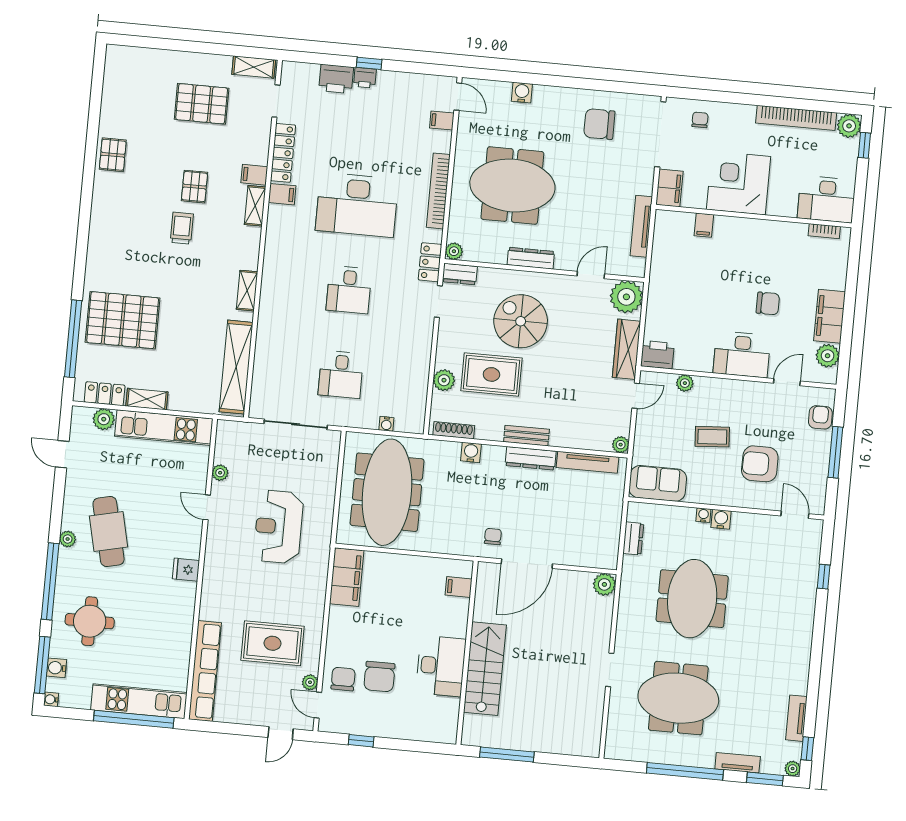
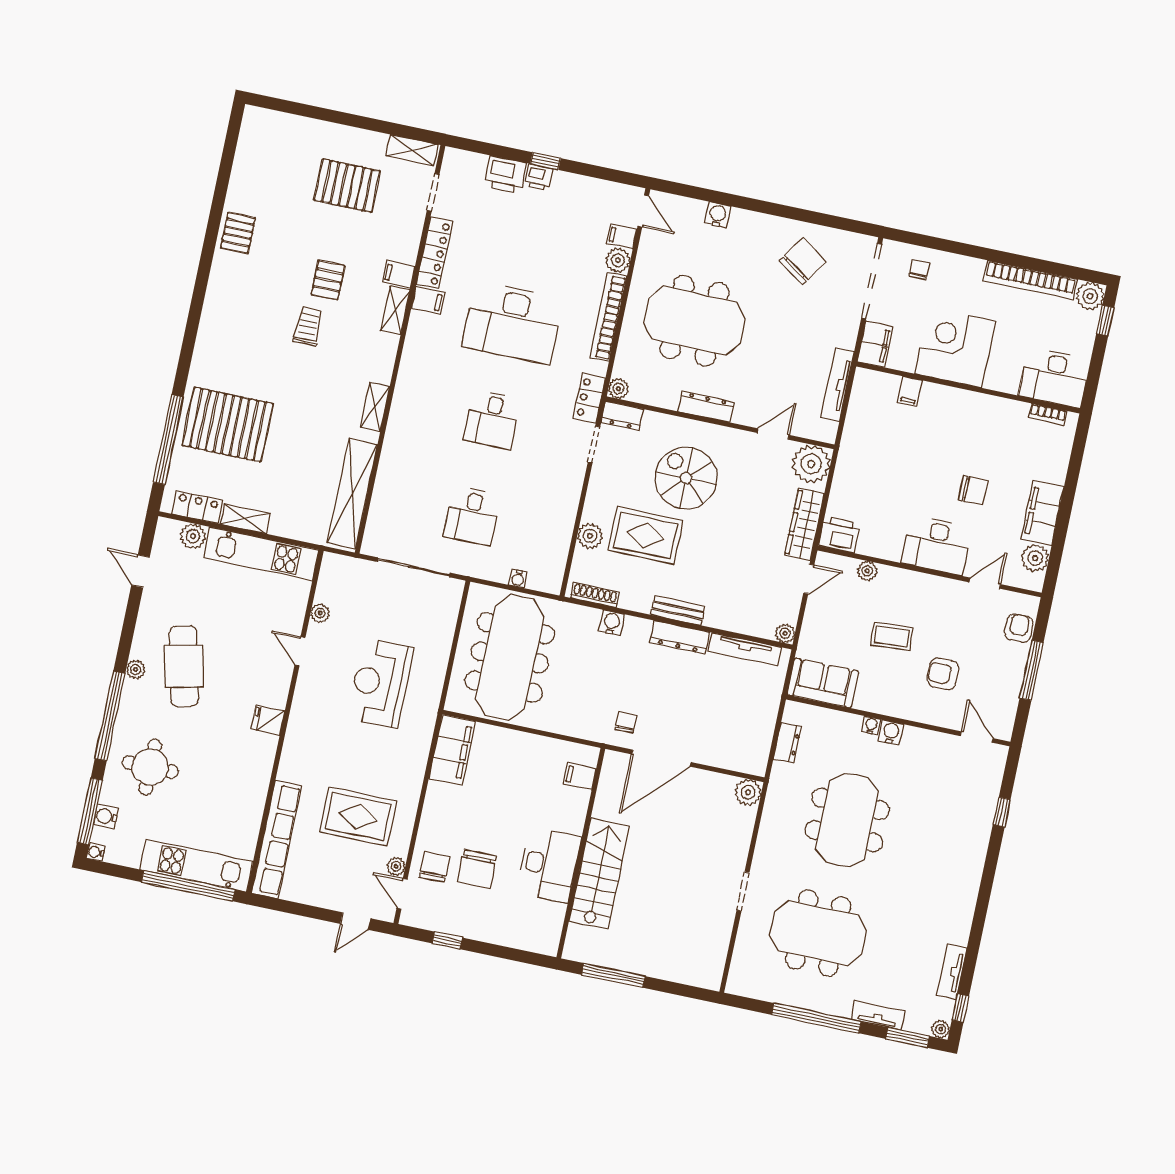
chair: (599, 124) -> (803, 261), turned 124
plant: (441, 141) -> (618, 260), added
armchair: (760, 464) -> (943, 674), width x0.72, depth x0.72

